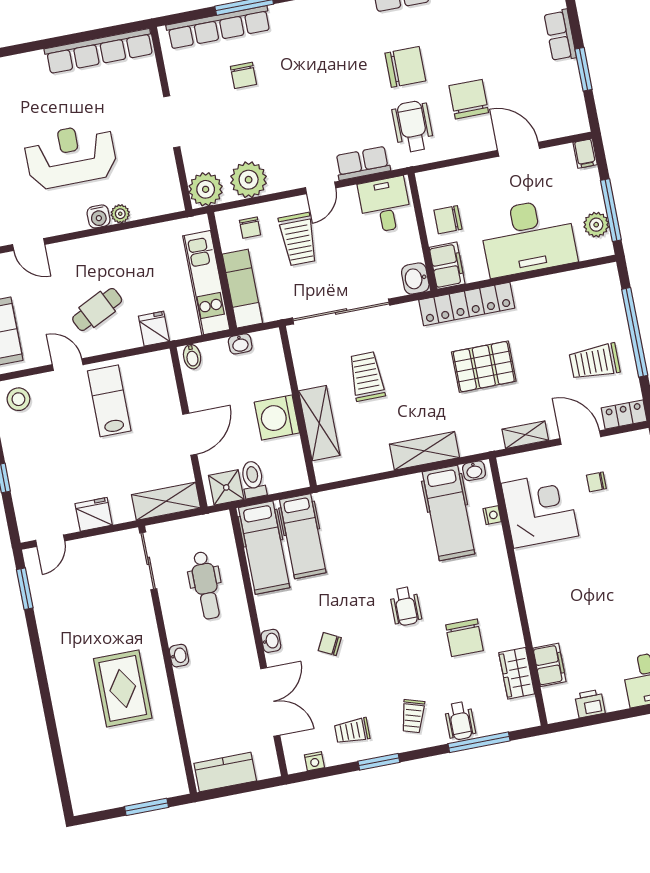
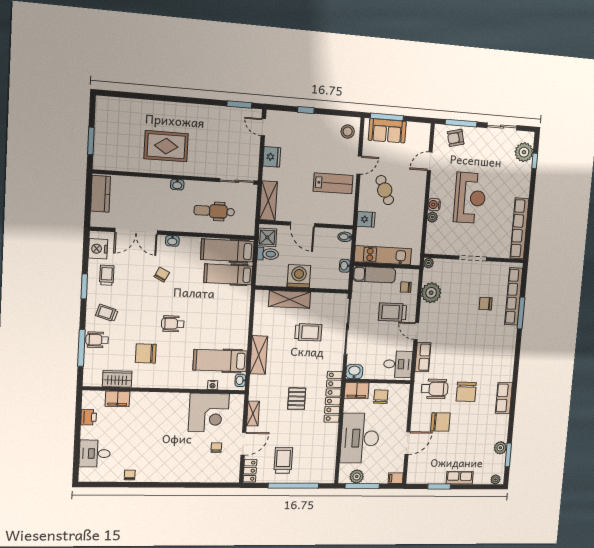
plant: (206, 189) -> (429, 263), width x0.53, depth x0.53
pallet: (484, 367) -> (297, 399), width x0.67, depth x0.71
nightstand: (314, 761) -> (98, 249), width x1.89, depth x1.79

